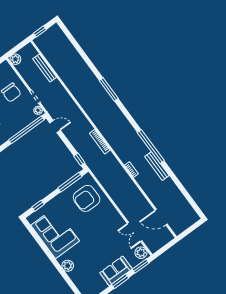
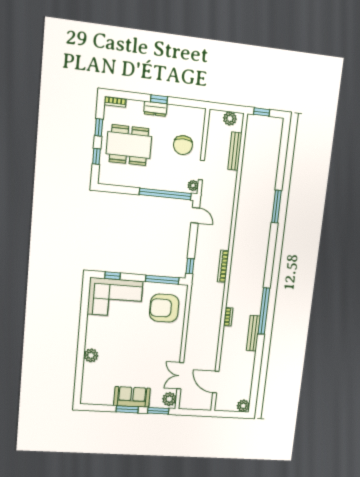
plant: (15, 59) -> (230, 118), moved
window: (109, 89) -> (276, 207), moved
plant: (193, 217) -> (243, 406), added
corner sofa: (55, 233) -> (115, 298), moved, turned 90

